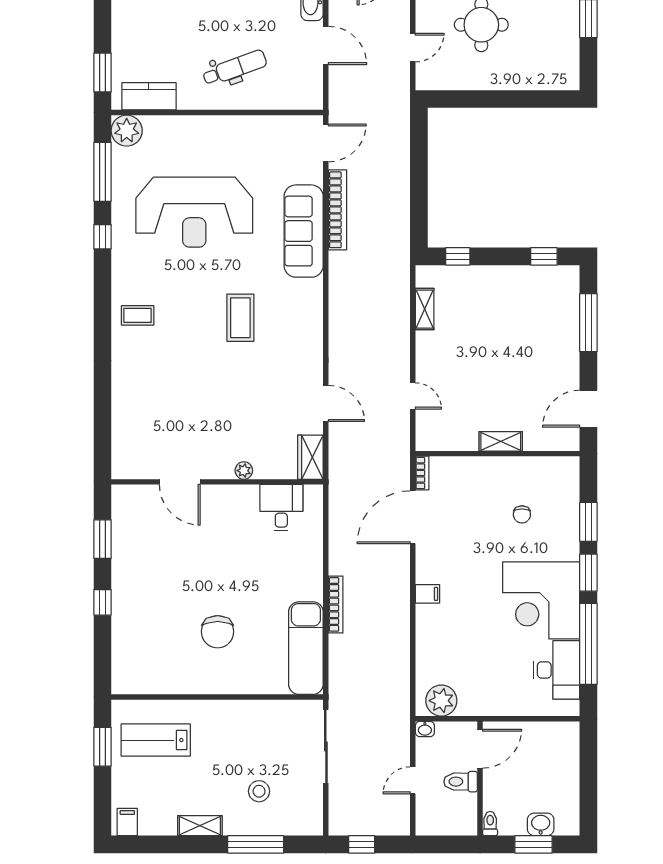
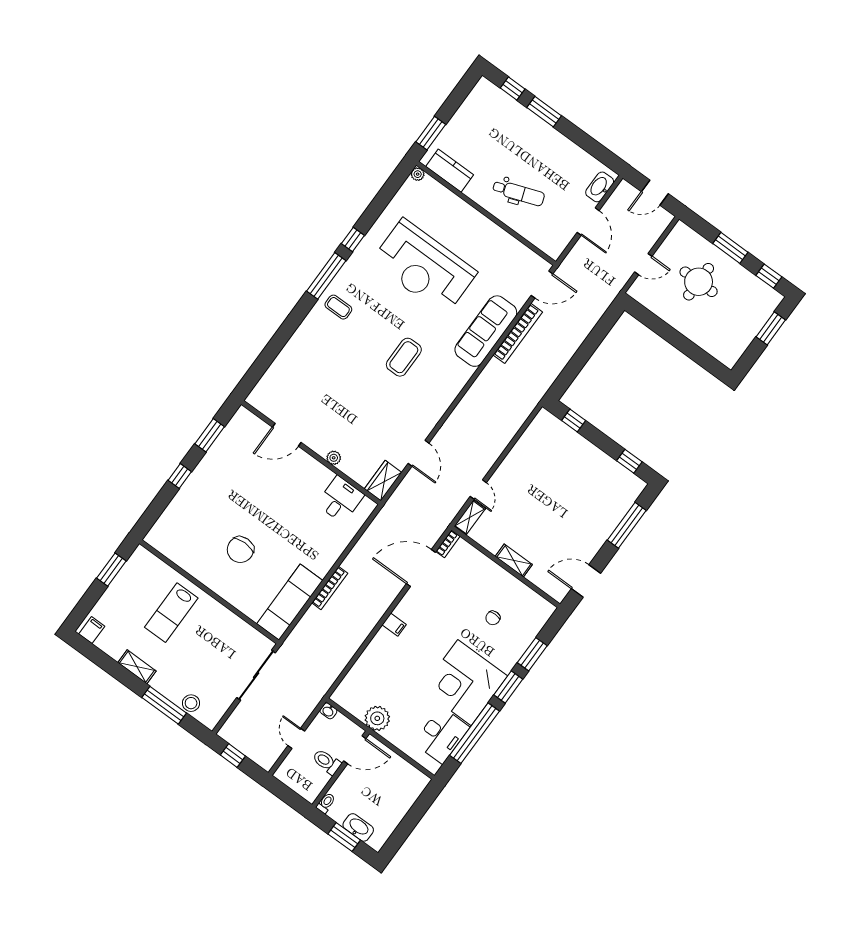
plant: (127, 131) -> (418, 174), width x0.53, depth x0.53
window: (102, 172) -> (326, 276), moved
shelving: (425, 309) -> (470, 517), moved
door: (180, 482) -> (287, 435), hinge flipped
plant: (441, 701) -> (377, 718), moved
lab bench: (156, 740) -> (171, 613), moved, turned -90
door: (413, 780) -> (296, 738), hinge flipped
stool: (259, 791) -> (191, 703), moved
washbasin: (541, 824) -> (358, 827), width x1.38

